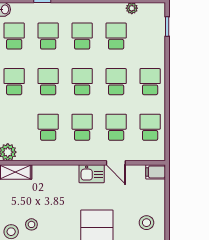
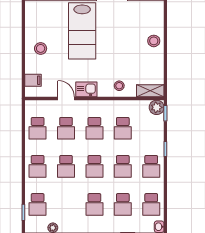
school desk: (116, 36) -> (38, 204), moved
filing cabinet: (156, 172) -> (33, 80), moved
stool: (31, 224) -> (119, 86), moved

